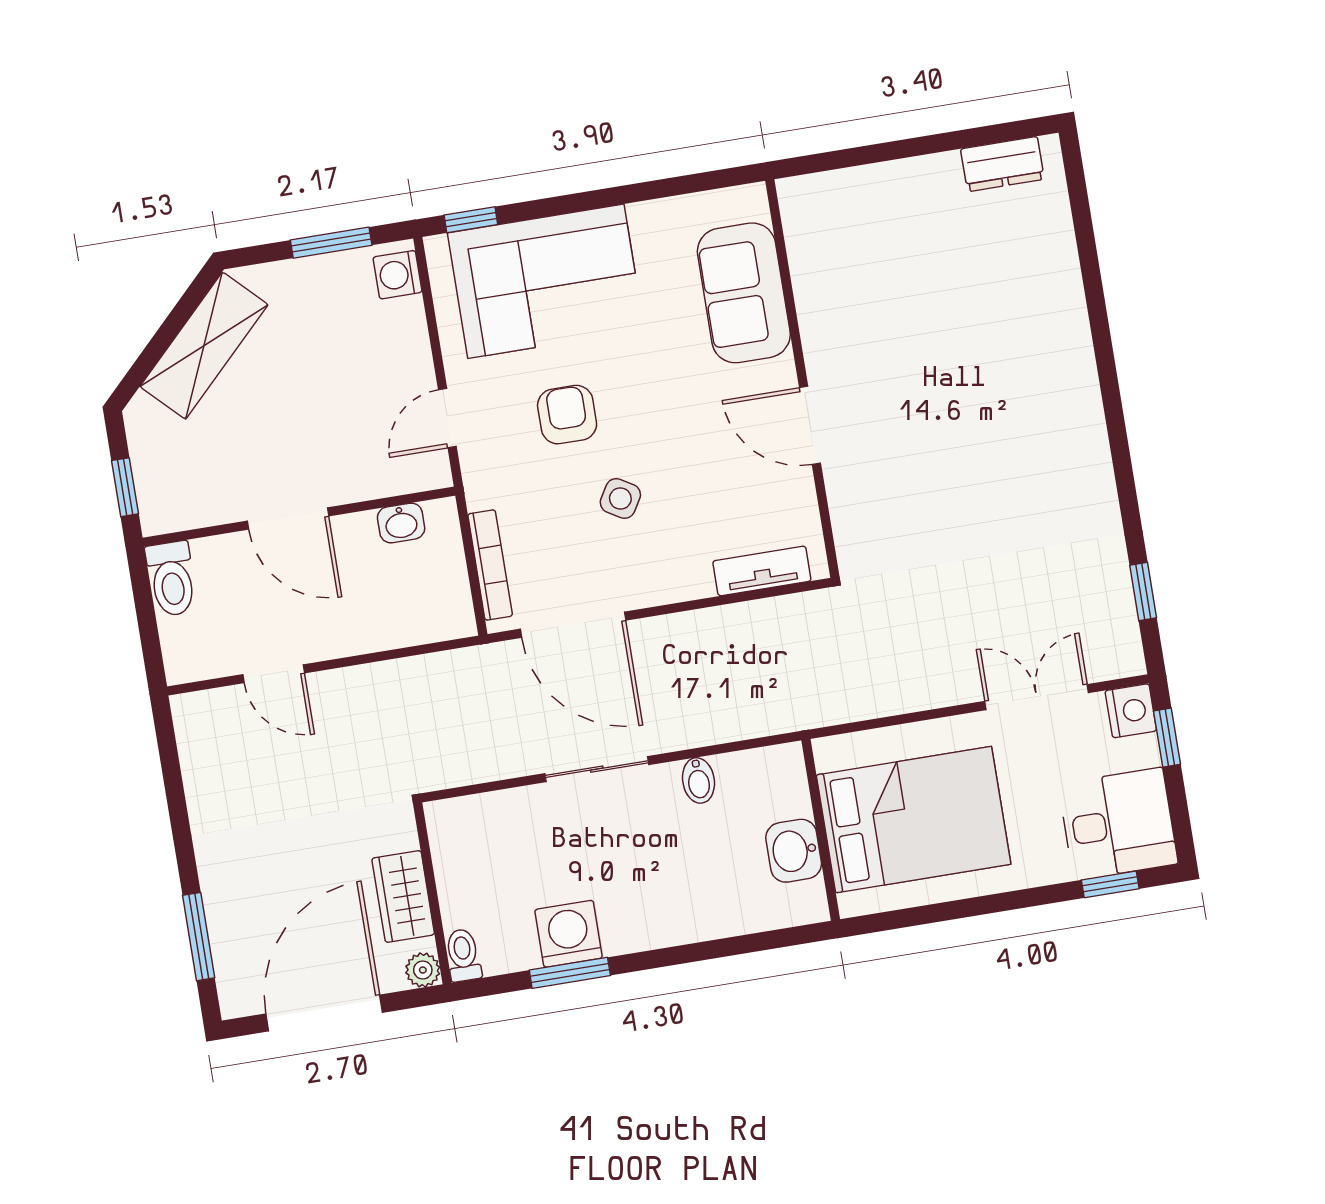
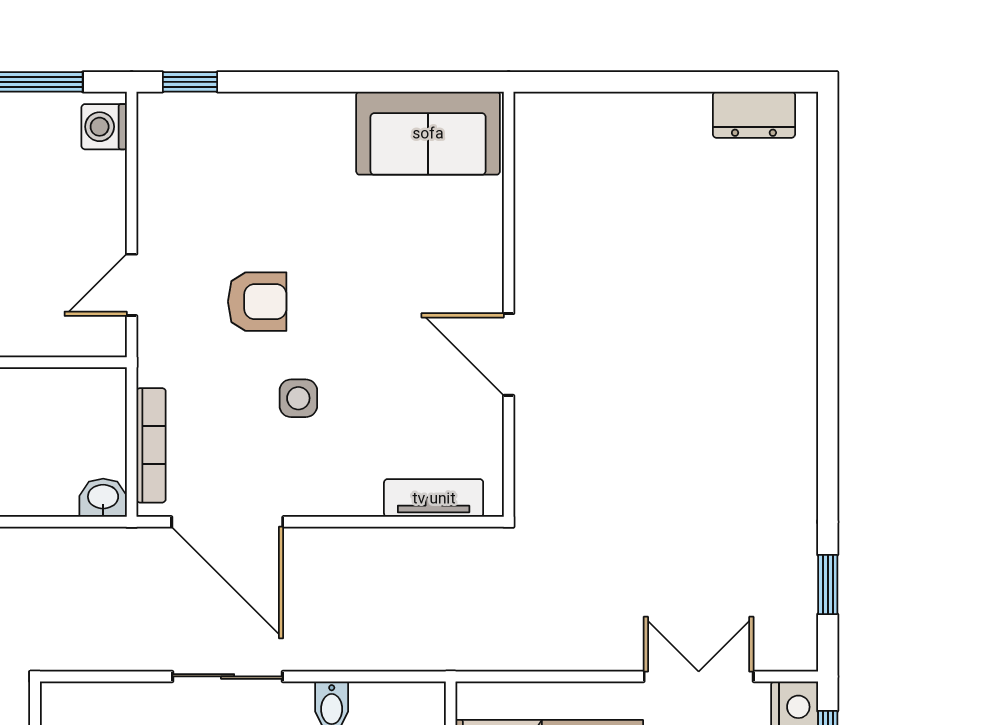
corner sofa: (546, 281) -> (258, 159), removed
sofa: (744, 293) -> (428, 133), moved, turned -90
armchair: (567, 415) -> (257, 302), turned 90
side table: (620, 498) -> (298, 398), turned -31
washbasin: (401, 523) -> (103, 498), moved, turned 180

